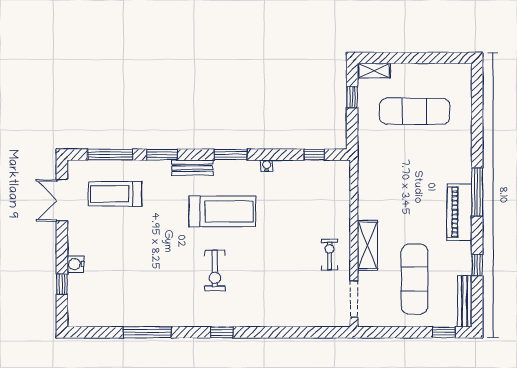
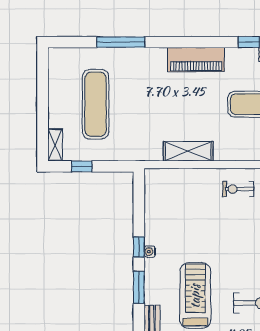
window: (314, 155) -> (139, 247), moved
window: (477, 192) -> (121, 42), moved
shelving: (367, 245) -> (188, 151), moved

